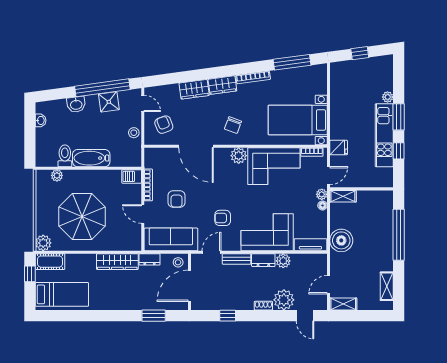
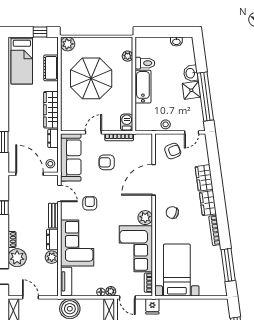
shower: (109, 102) -> (191, 90), moved
cot: (50, 262) -> (51, 68), moved

